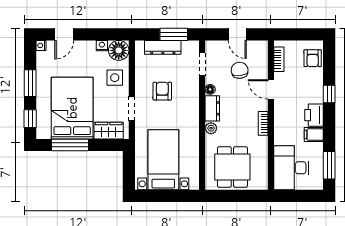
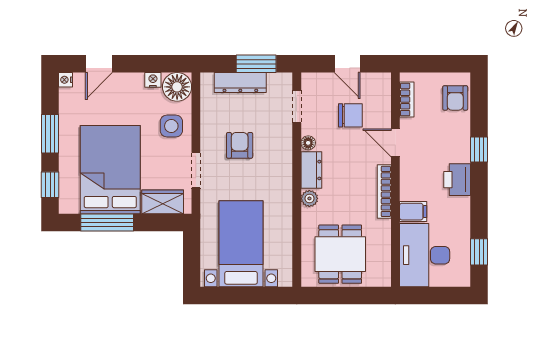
chair: (240, 70) -> (350, 115), turned 96
bookcase: (263, 123) -> (384, 191), width x1.56
filing cabinet: (314, 135) -> (413, 212), moved, turned 180
window: (329, 165) -> (479, 252), width x0.67

